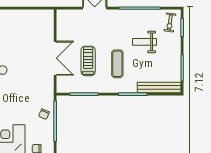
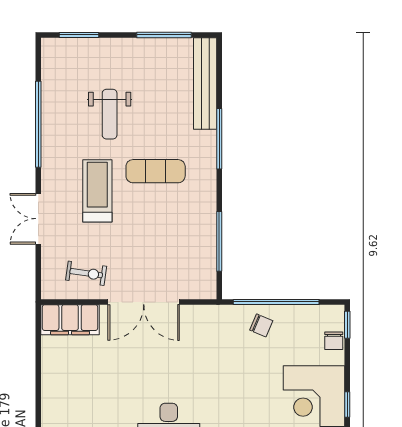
exercise bike: (170, 22) -> (86, 273), moved
filing cabinet: (47, 23) -> (70, 320), added
double door: (55, 58) -> (144, 302), swing flipped
treadmill: (88, 61) -> (97, 191), moved, turned 90

